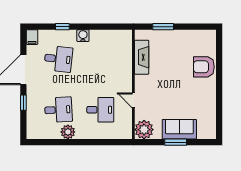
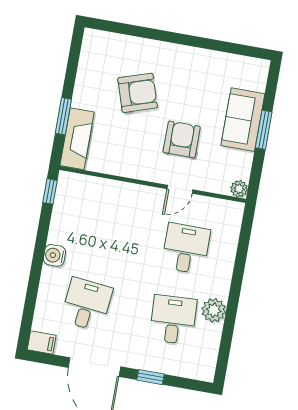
window: (62, 27) -> (50, 191), moved
fireplace: (142, 57) -> (77, 139), moved, turned 90
armchair: (204, 67) -> (138, 93), moved, turned -108
armchair: (162, 96) -> (182, 139), added
plant: (144, 130) -> (239, 189), width x0.53, depth x0.53

